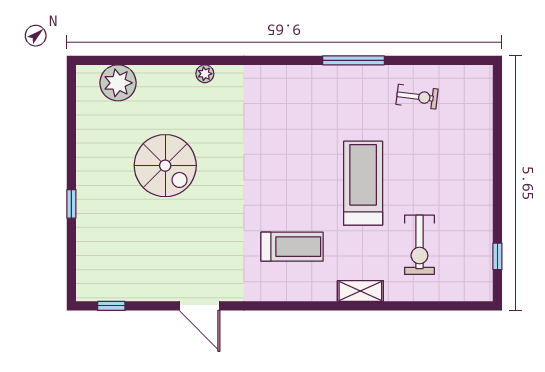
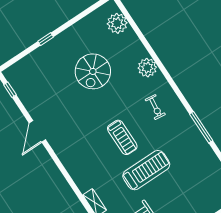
plant: (205, 74) -> (147, 68), width x1.88, depth x1.88
exercise bike: (417, 97) -> (155, 107), moved
treadmill: (292, 247) -> (122, 137), moved

